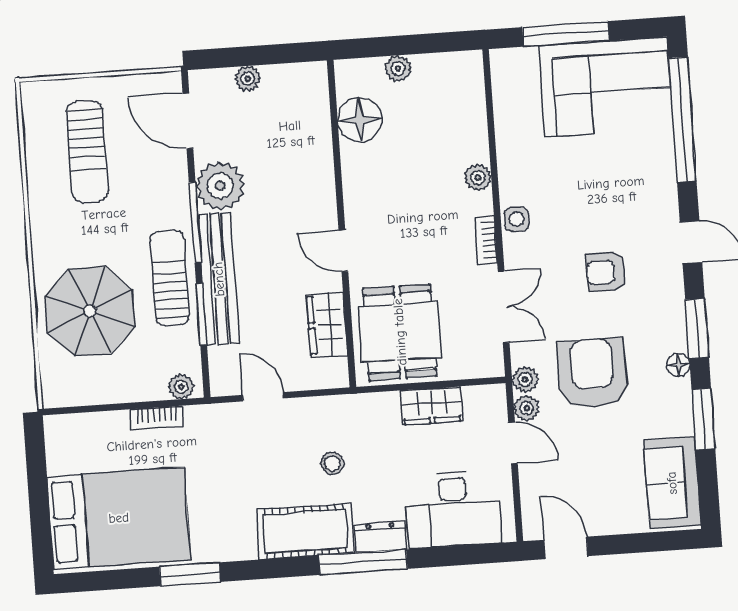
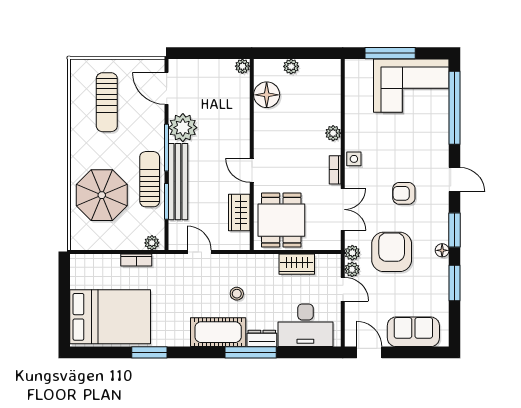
plant: (248, 79) -> (242, 66), moved
sofa: (672, 483) -> (413, 332), moved, turned 90

